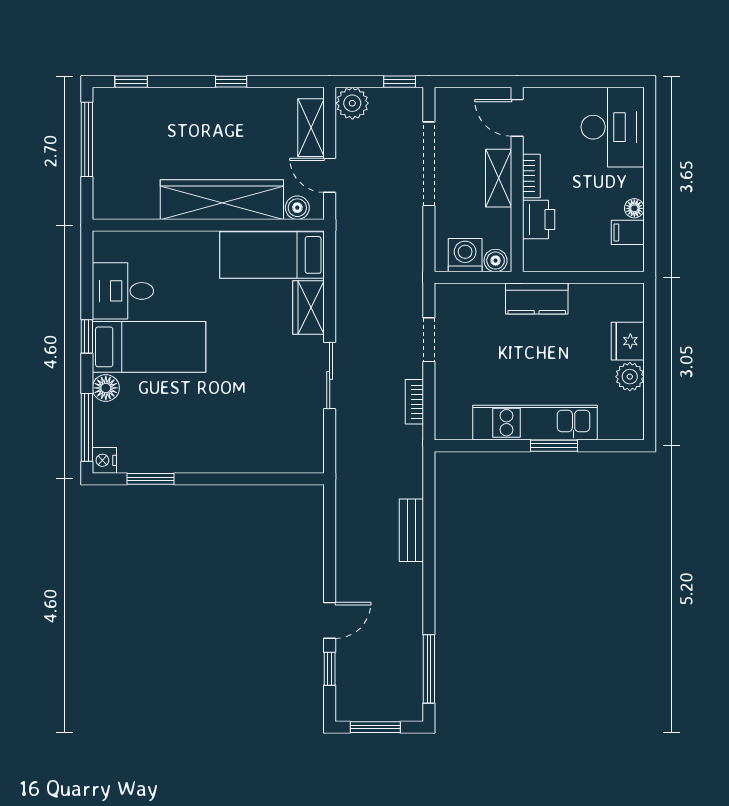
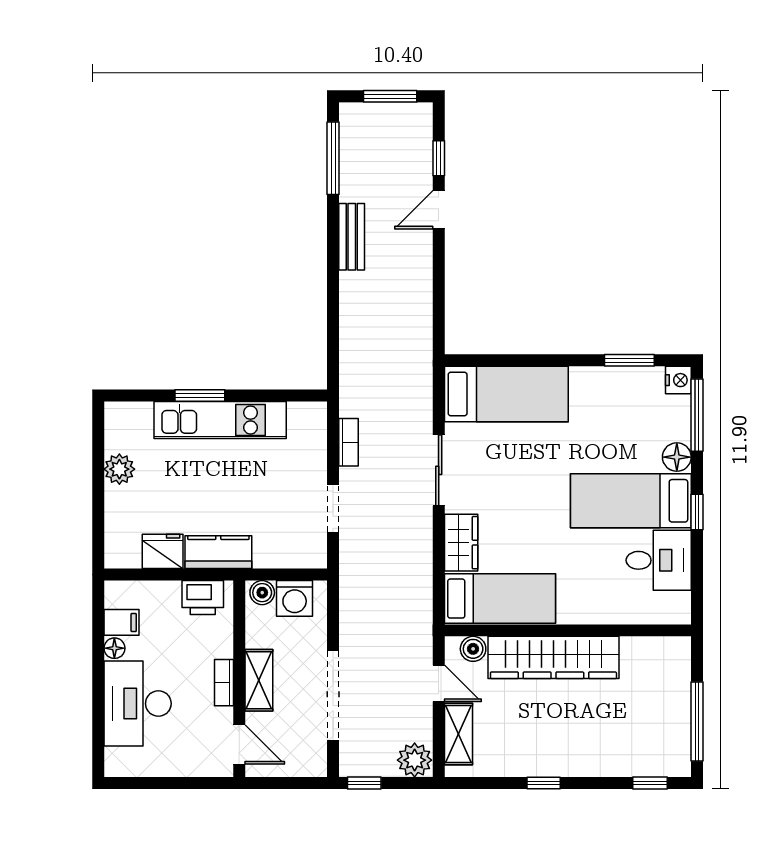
desk: (613, 127) -> (138, 704), moved
printer: (539, 219) -> (203, 598), moved, turned -90
fridge: (628, 341) -> (163, 551), moved, turned -90
bed: (266, 447) -> (506, 394), added
bench: (411, 530) -> (352, 237), moved

